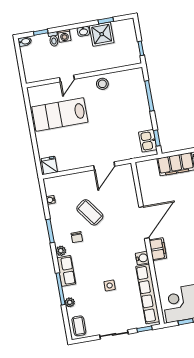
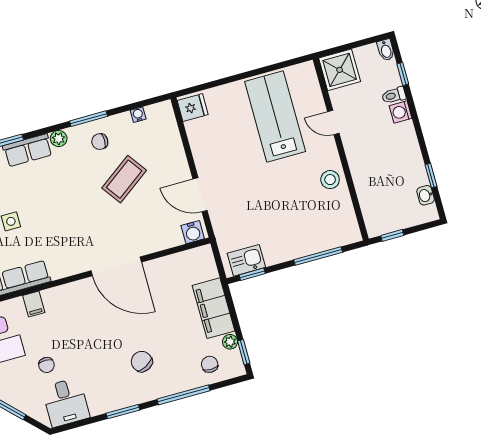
washbasin: (83, 31) -> (426, 195), moved
shower: (102, 34) -> (340, 70), moved
chair: (77, 237) -> (100, 142), moved
filing cabinet: (158, 249) -> (34, 304), moved, width x0.50
water cooler: (142, 258) -> (193, 232), moved

